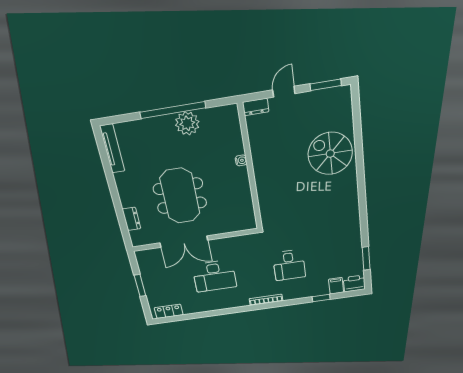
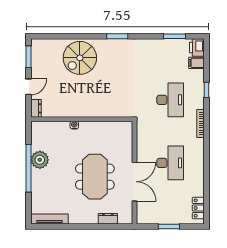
door: (284, 92) -> (28, 87), swing flipped
window: (362, 195) -> (117, 36), added
meeting table: (180, 196) -> (95, 177), turned 90
desk: (289, 265) -> (170, 100), width x1.37
window: (321, 298) -> (207, 90), moved

